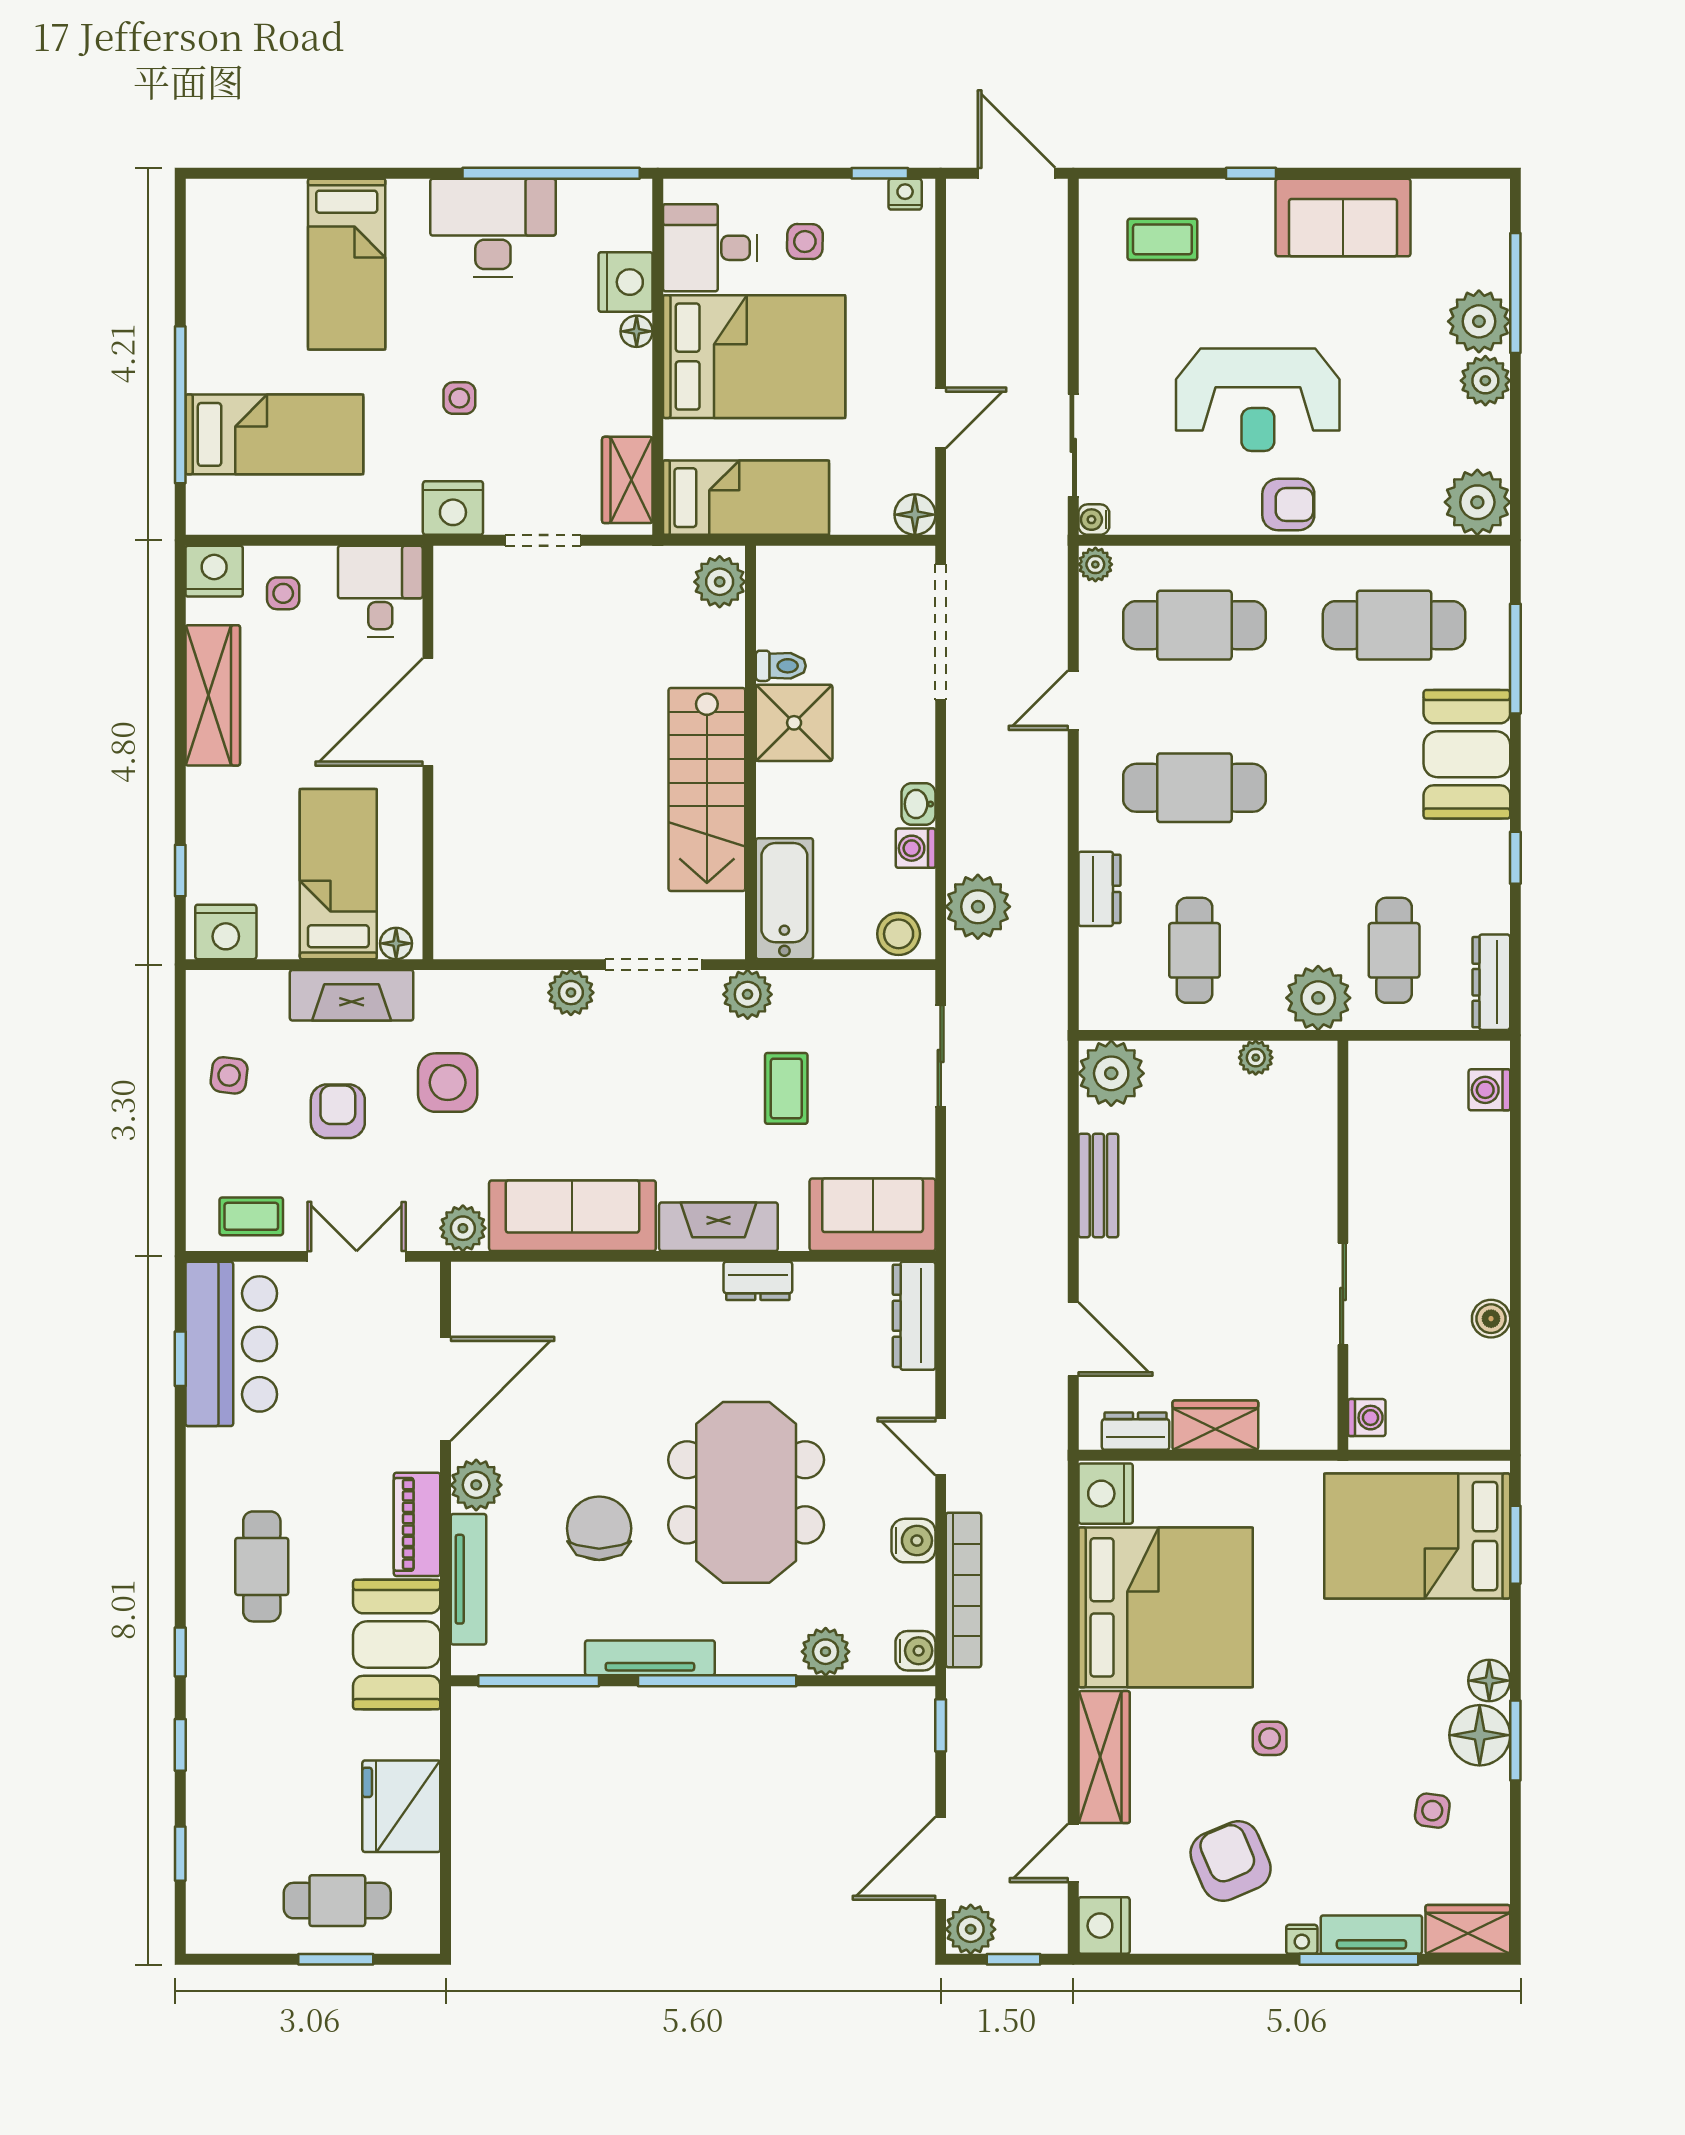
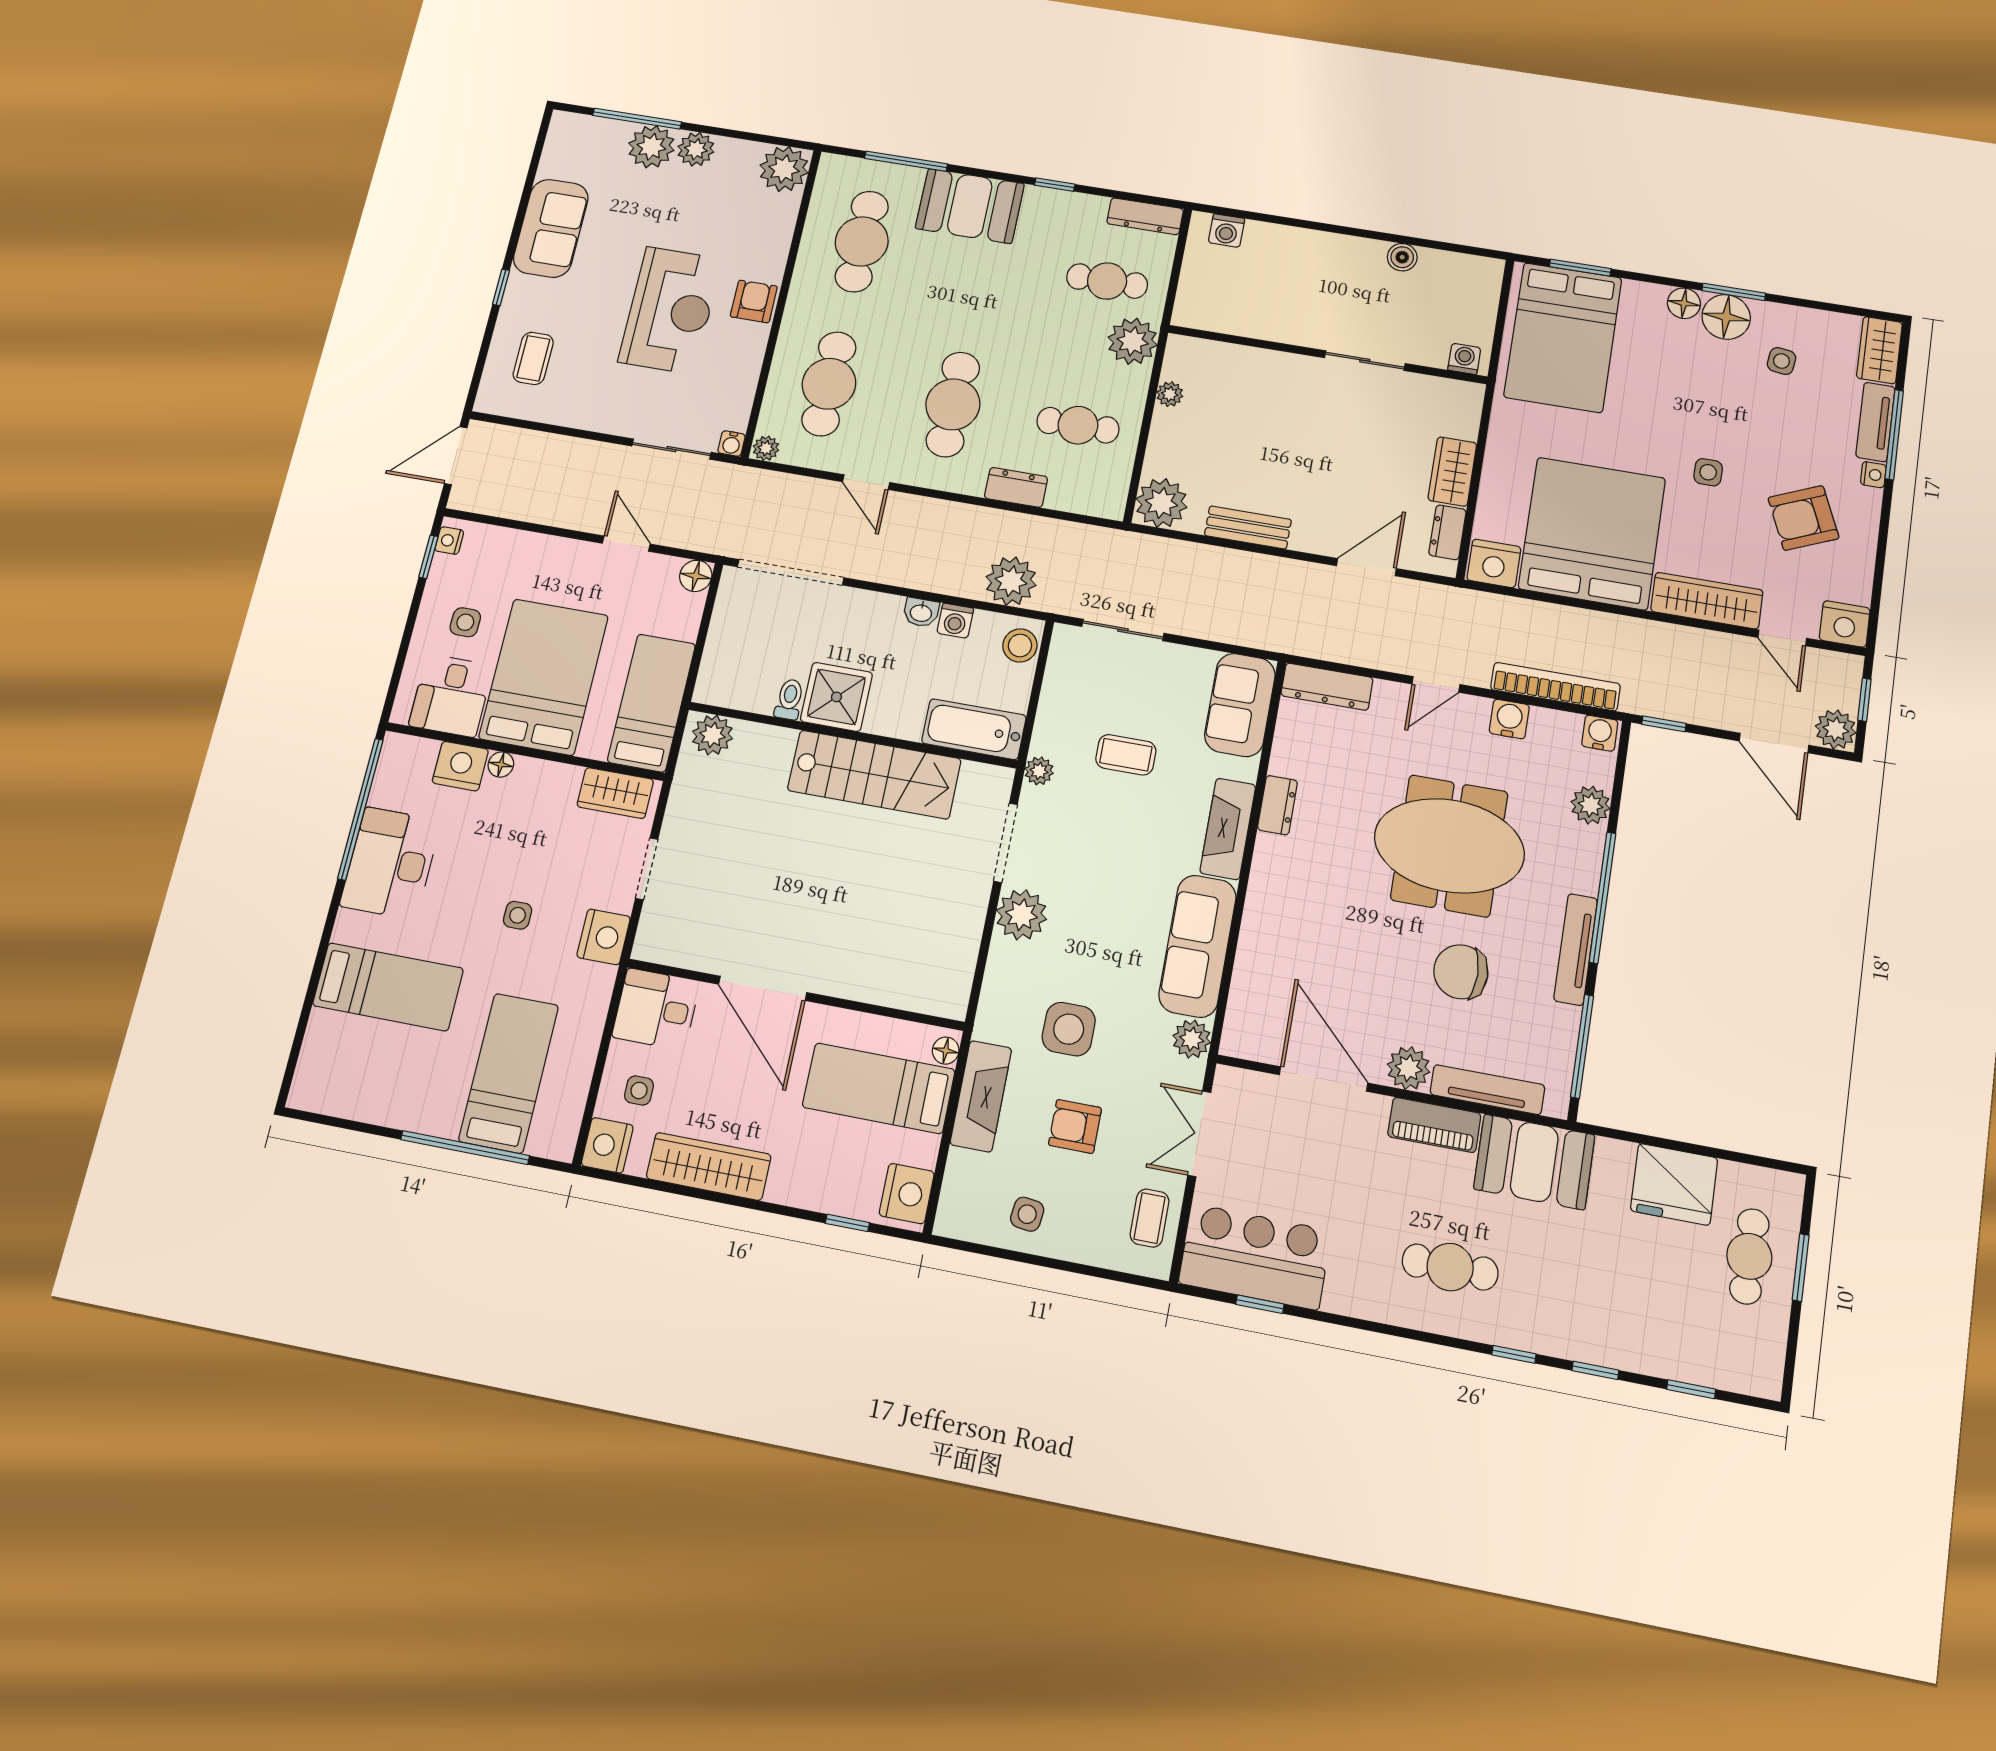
plant: (571, 993) -> (1021, 915), width x1.36, depth x1.36
plant: (748, 994) -> (1039, 771), width x0.73, depth x0.73

